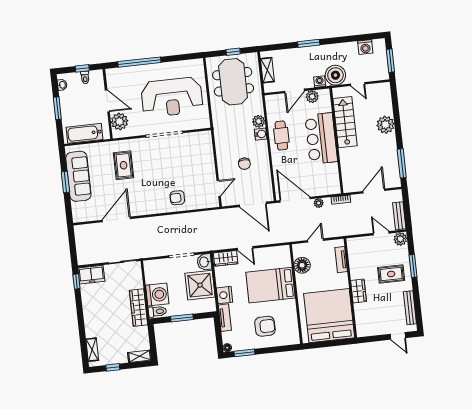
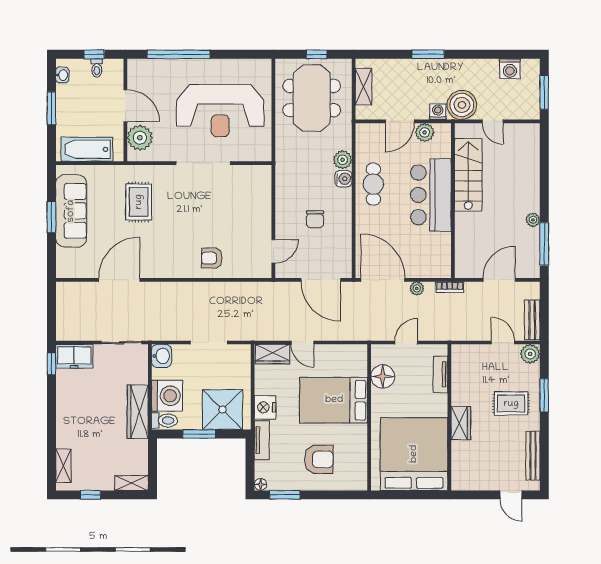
plant: (385, 125) -> (533, 220), moved, width x0.53, depth x0.53
washbasin: (204, 262) -> (161, 356), moved, turned 180
shower: (200, 285) -> (223, 410), moved

